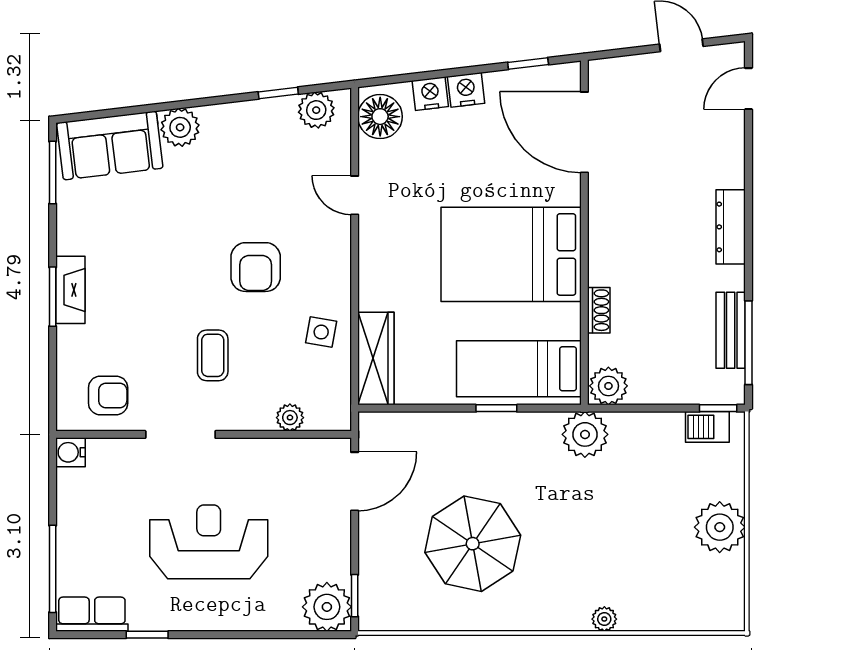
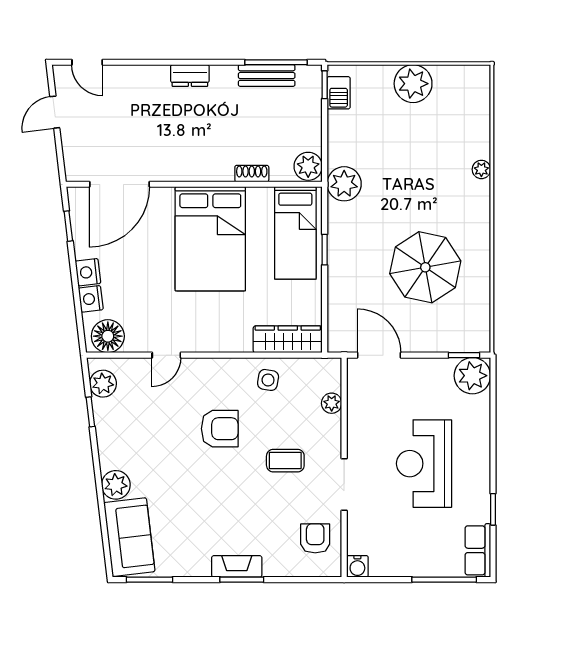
dresser: (731, 227) -> (190, 76), width x0.70

